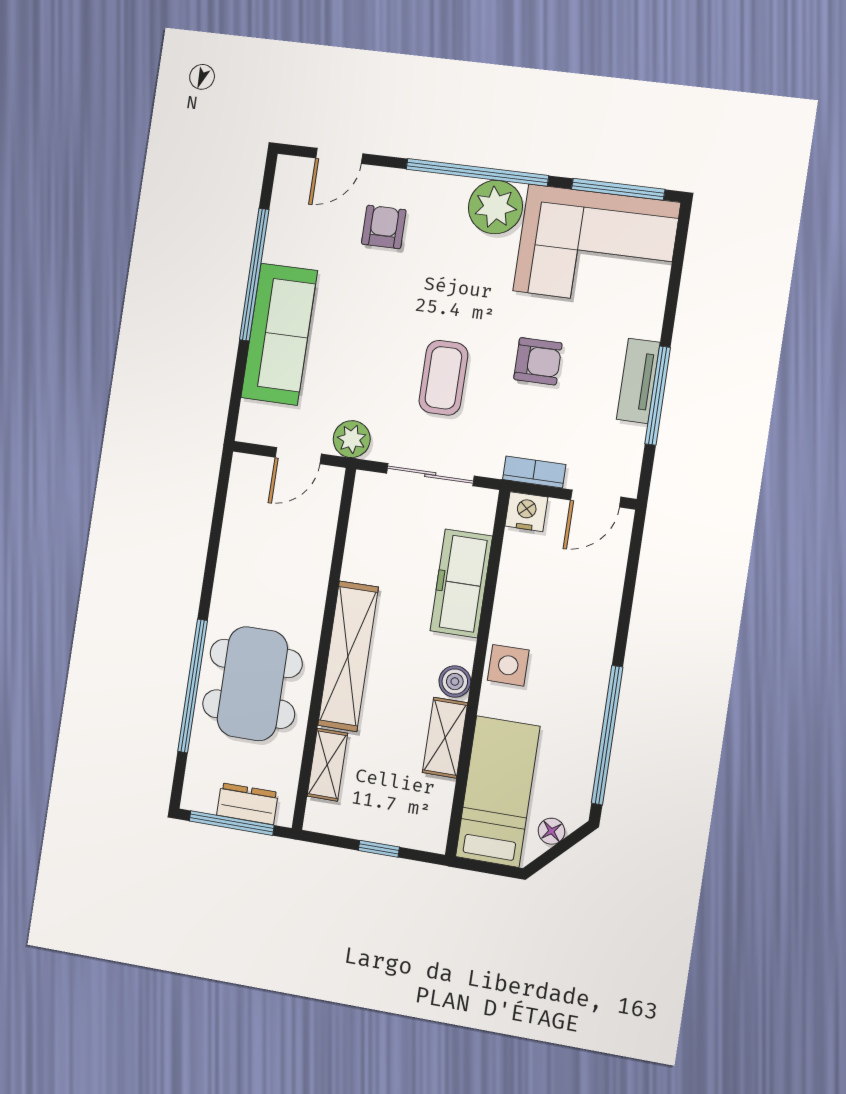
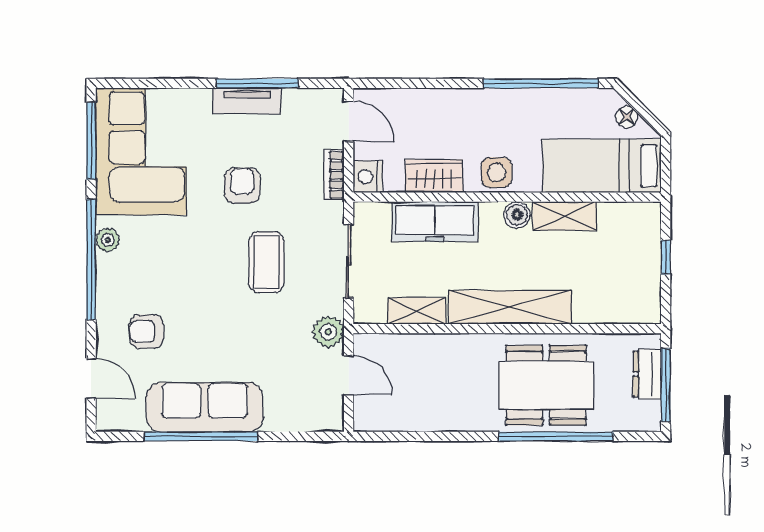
plant: (495, 207) -> (108, 240), width x0.53, depth x0.53
sofa: (279, 334) -> (204, 407), moved
coffee table: (443, 378) -> (266, 262), turned 90
wardrobe: (515, 591) -> (434, 176), added
shelving: (327, 765) -> (417, 311), moved

